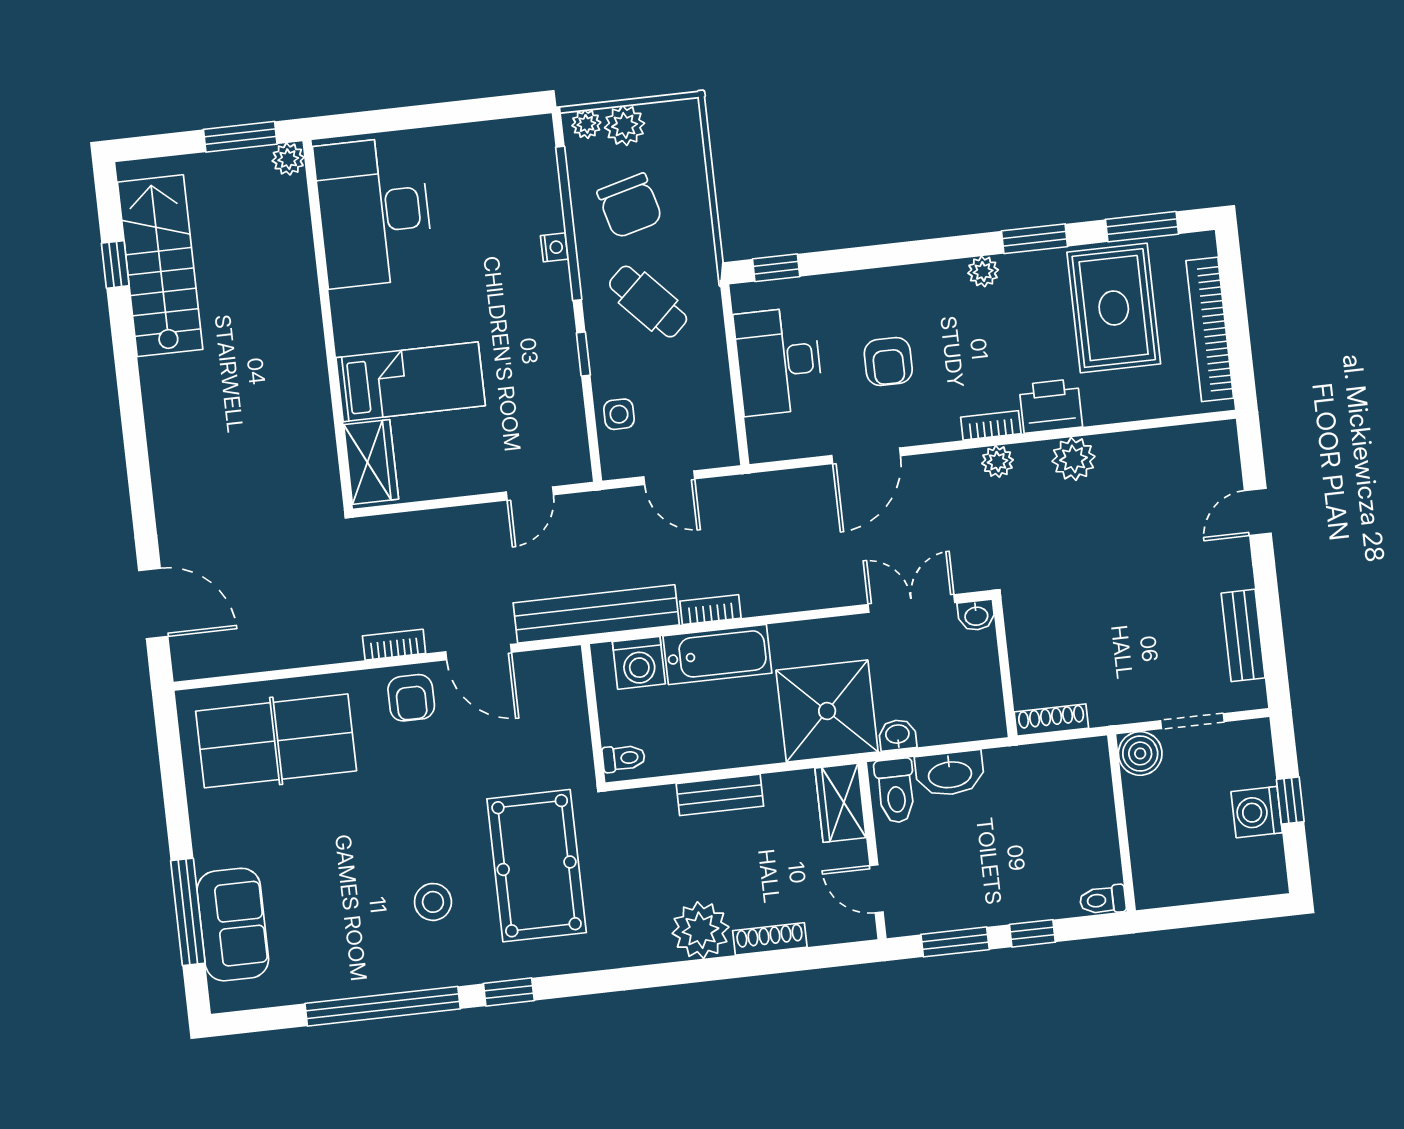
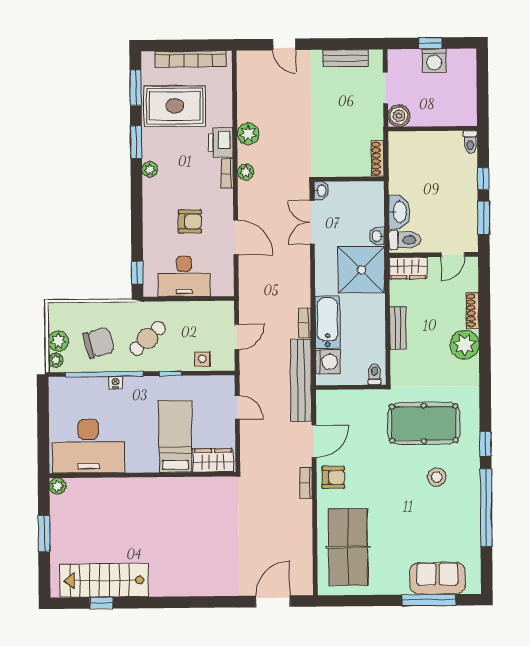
plant: (288, 159) -> (58, 486), moved
desk: (374, 212) -> (88, 446), moved
wall: (328, 325) -> (142, 475), moved
bed: (411, 382) -> (175, 436), moved
wardrobe: (371, 462) -> (213, 460), moved

